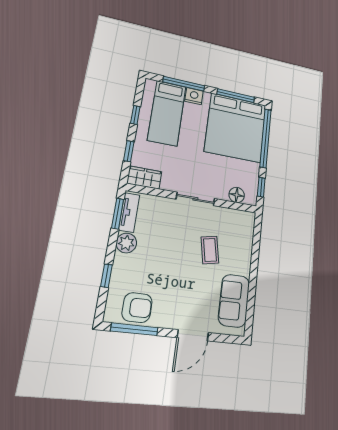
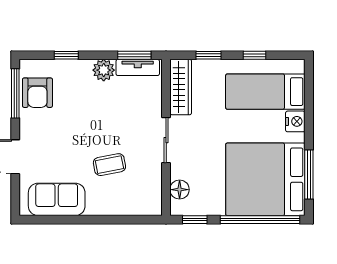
window: (184, 84) -> (309, 107), removed
wardrobe: (144, 178) -> (181, 87), width x1.50

